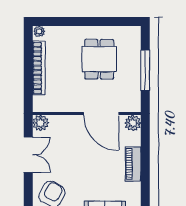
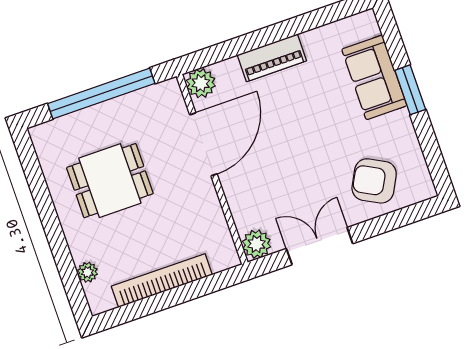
plant: (39, 31) -> (87, 272), moved
window: (145, 70) -> (101, 94), width x1.46

